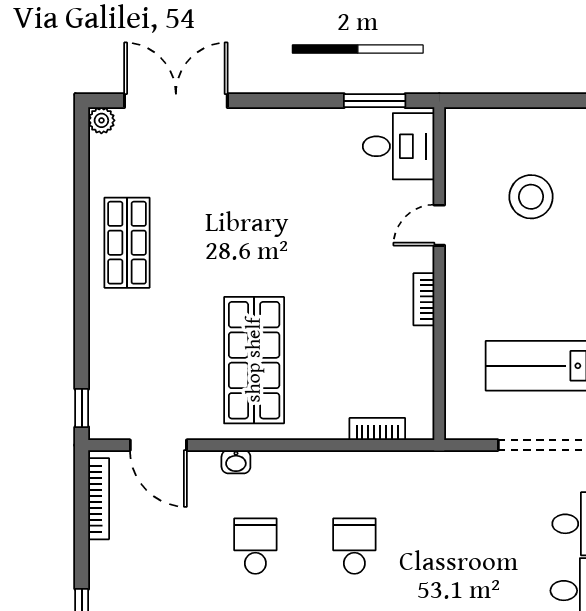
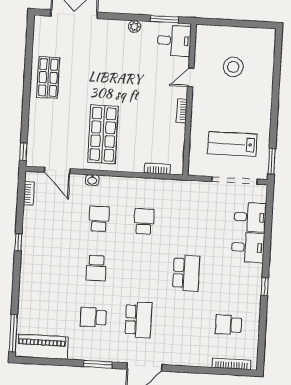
plant: (101, 120) -> (134, 27), moved
bookcase: (99, 499) -> (29, 193), width x0.64

